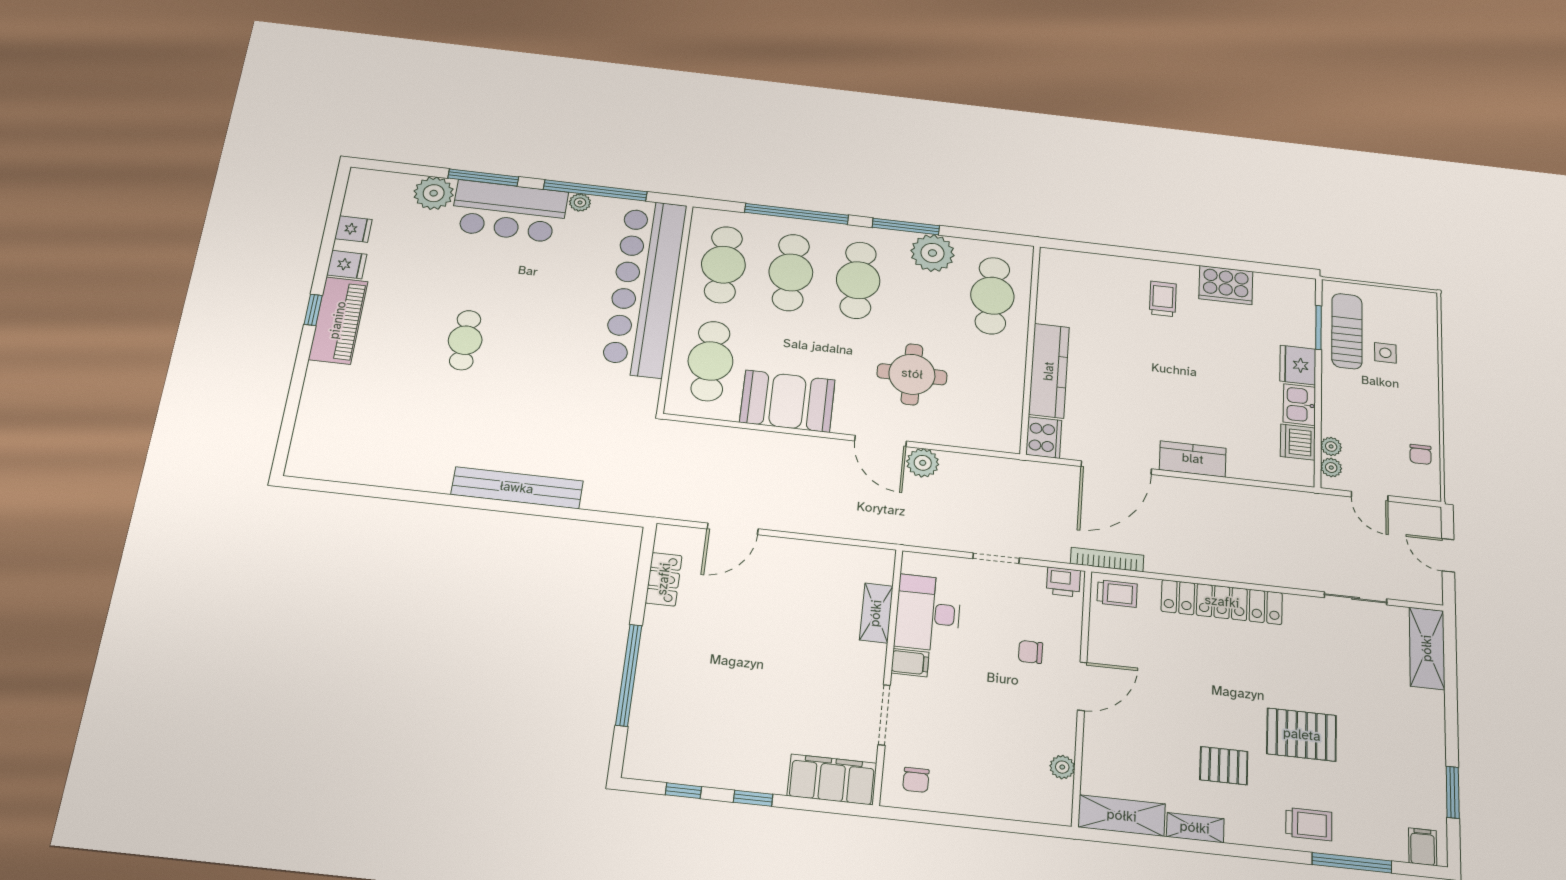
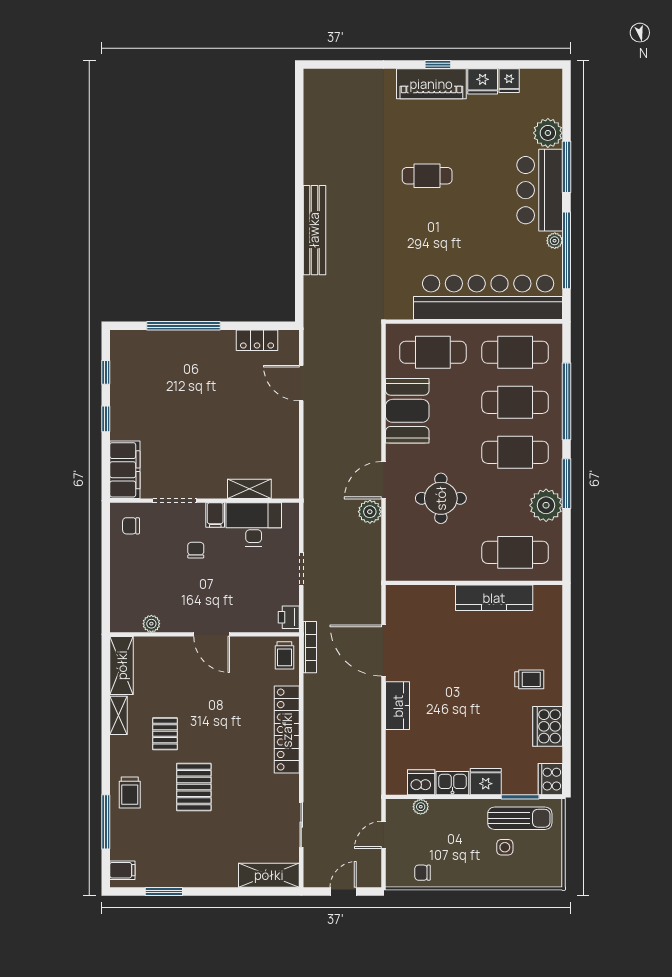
fridge: (347, 265) -> (483, 81), width x1.38
kitchen counter: (1049, 371) -> (494, 598), moved
cooker: (1044, 438) -> (550, 779), moved, turned 90
plant: (1331, 468) -> (403, 807), removed
chair: (1030, 652) -> (196, 550), moved

